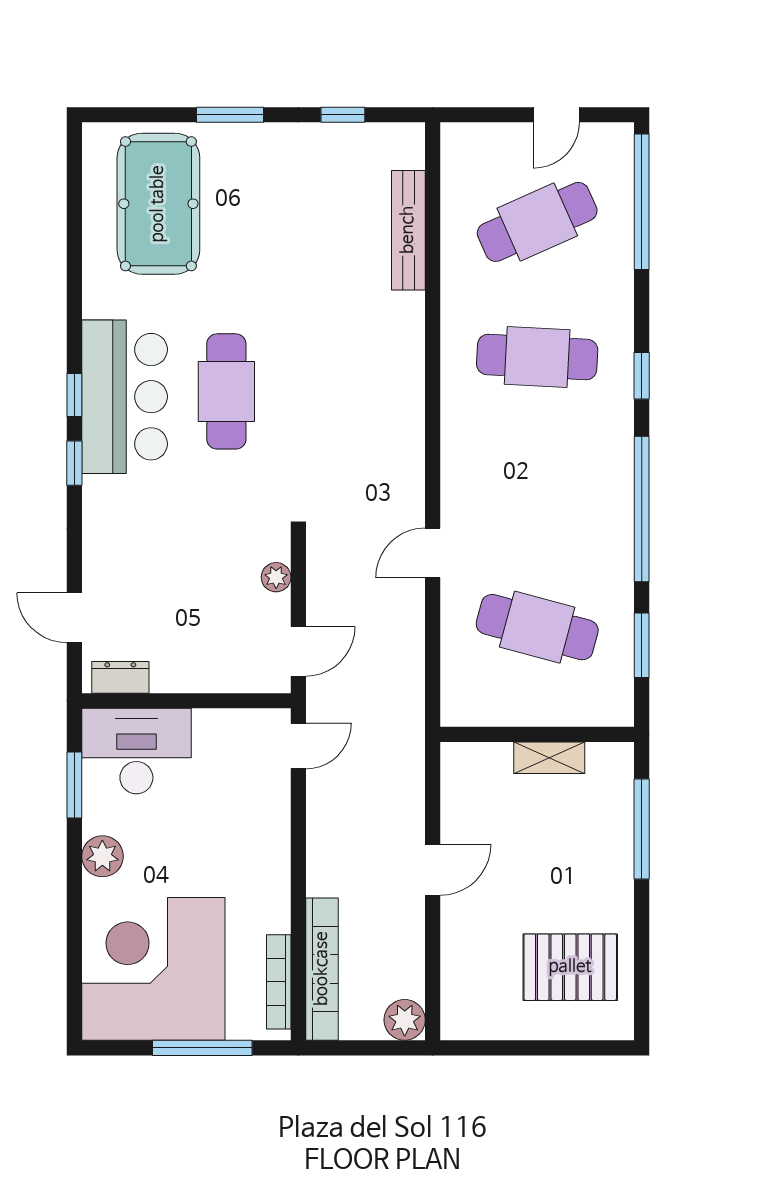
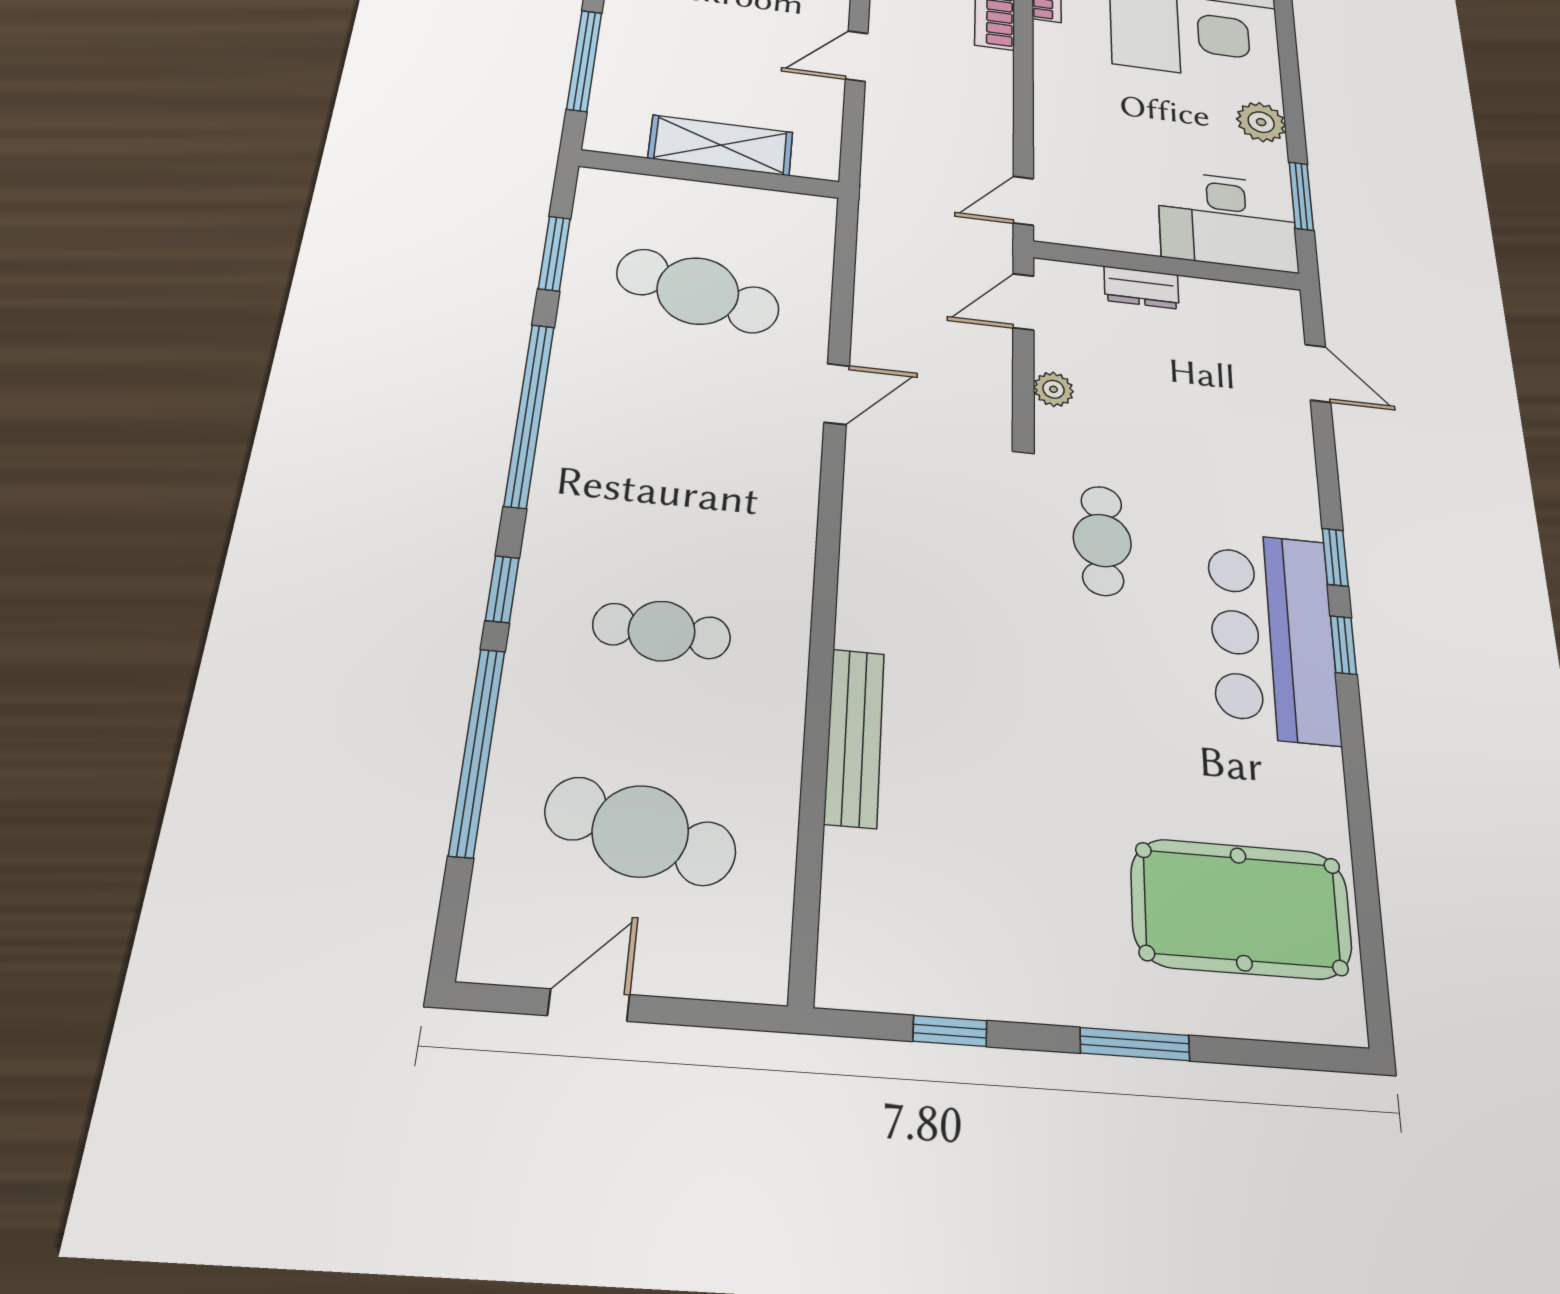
window: (642, 202) -> (477, 751), moved
pool table: (158, 204) -> (1241, 909), turned 90
cafe table: (537, 222) -> (640, 831), turned 39
bench: (408, 230) -> (854, 737), moved
cafe table: (537, 357) -> (662, 631), width x0.73, depth x0.74
cafe table: (226, 391) -> (1102, 540), moved, width x0.73, depth x0.74
dresser: (120, 677) -> (1141, 288), moved
shelving: (549, 758) -> (721, 145), width x1.50, depth x1.33

